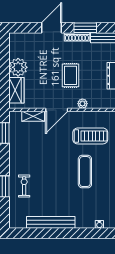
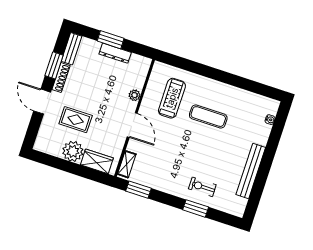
rug: (71, 75) -> (76, 120), moved
shelving: (33, 116) -> (127, 164), moved

